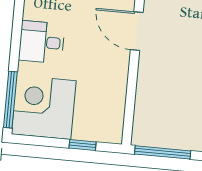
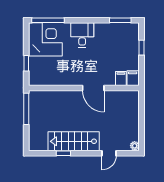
door: (137, 31) -> (93, 88), swing flipped

